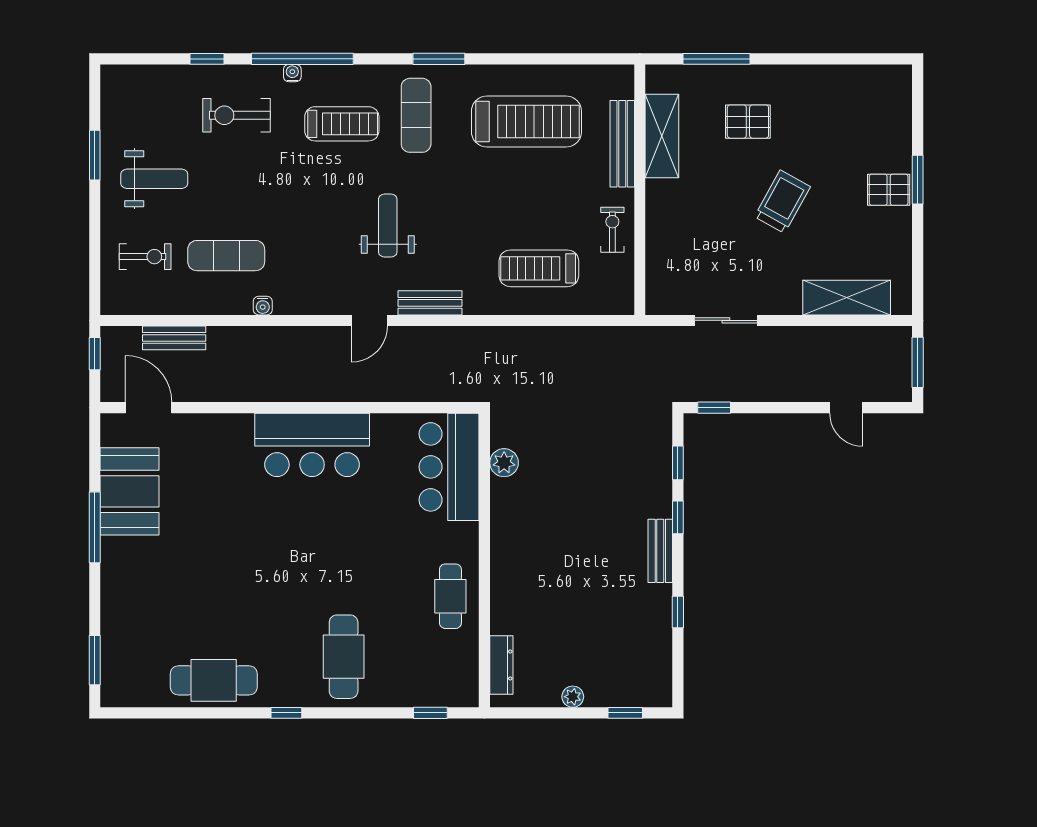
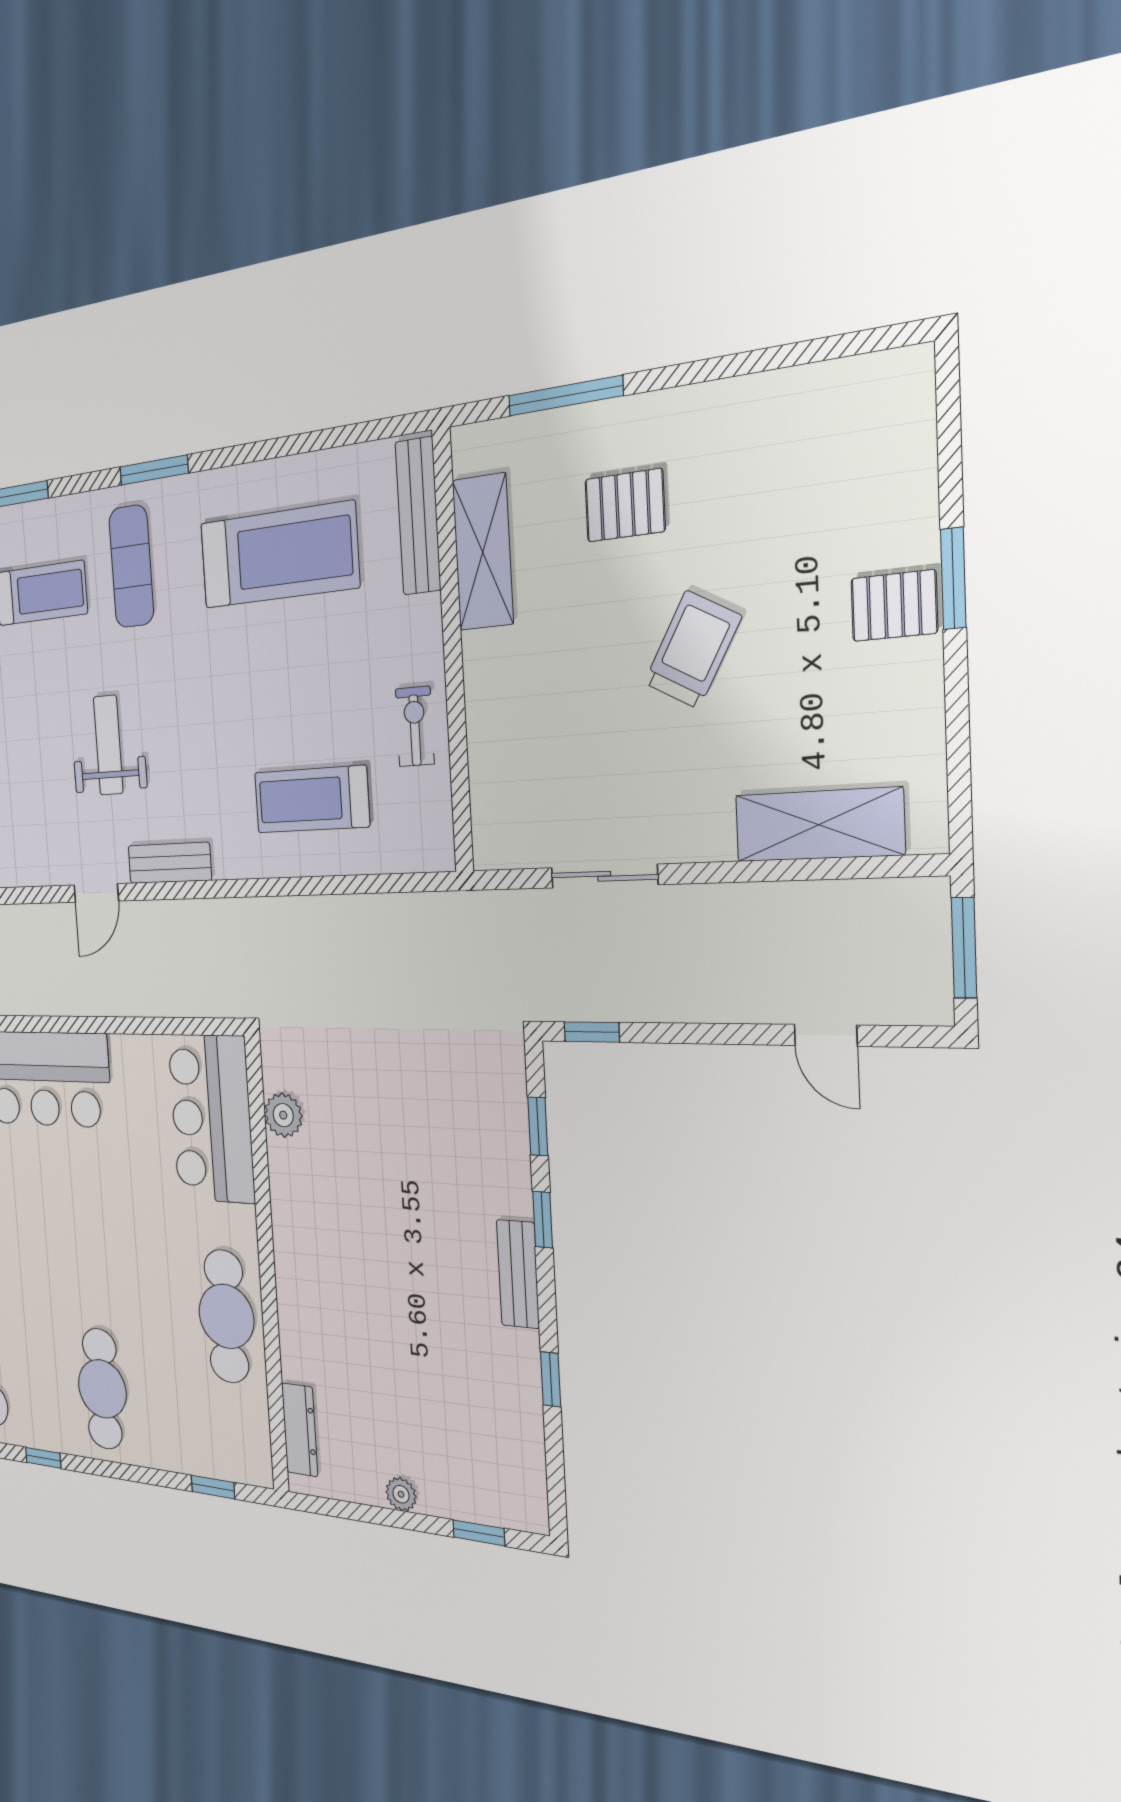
bench: (622, 144) -> (418, 516), moved
cafe table: (450, 596) -> (226, 1316), width x1.37, depth x1.35

